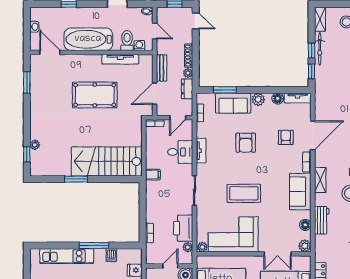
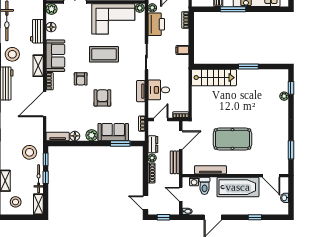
stool: (330, 80) -> (30, 152), added
armchair: (286, 137) -> (81, 79), moved
stairs: (107, 161) -> (214, 78), width x0.73, depth x0.66
filing cabinet: (153, 175) -> (182, 50), moved

